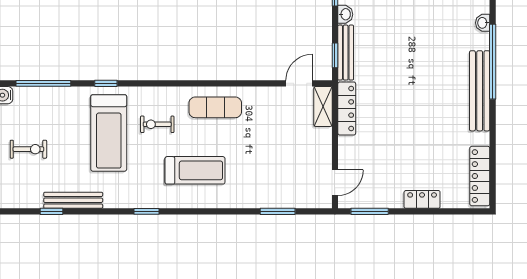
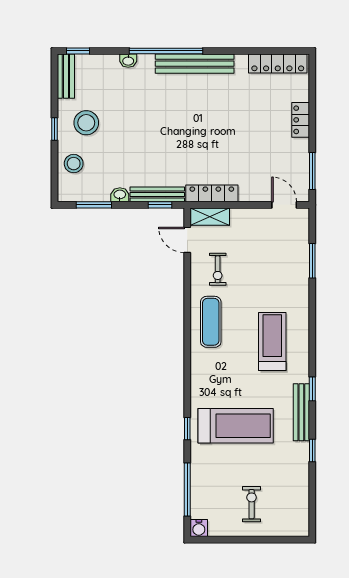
exercise bike: (157, 124) -> (218, 269), moved
bench: (73, 200) -> (301, 412), moved
window: (51, 211) -> (312, 450), moved

